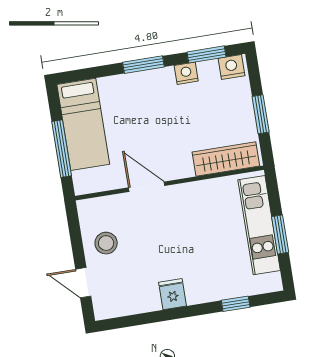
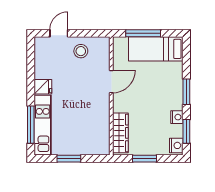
kitchen unit: (259, 225) -> (43, 125), moved, turned 90
window: (236, 304) -> (31, 125), width x2.17

